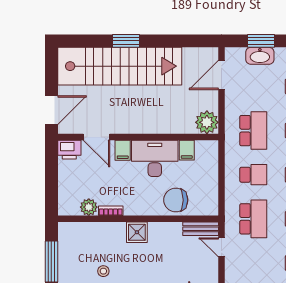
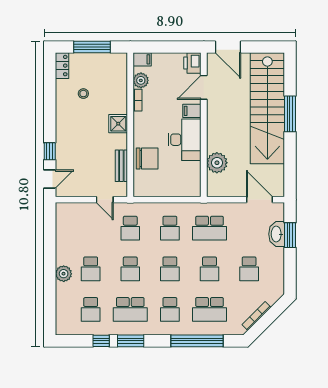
window: (126, 41) -> (290, 114), width x1.44
plant: (207, 122) -> (217, 163), moved
filing cabinet: (187, 150) -> (142, 59), moved, turned 180
chair: (176, 200) -> (147, 159), turned 90
school desk: (253, 219) -> (130, 228), width x0.54
bench: (201, 229) -> (121, 166), moved
door: (221, 247) -> (105, 200), swing flipped

